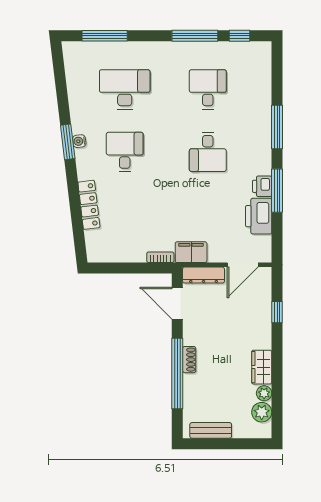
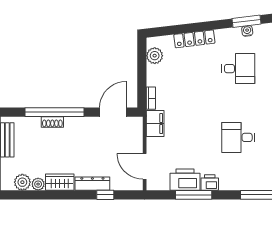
window: (277, 191) -> (194, 195), moved
plant: (109, 253) -> (155, 56), added
dresser: (204, 275) -> (92, 184), moved, turned 90
shoe rack: (189, 360) -> (52, 122), moved

